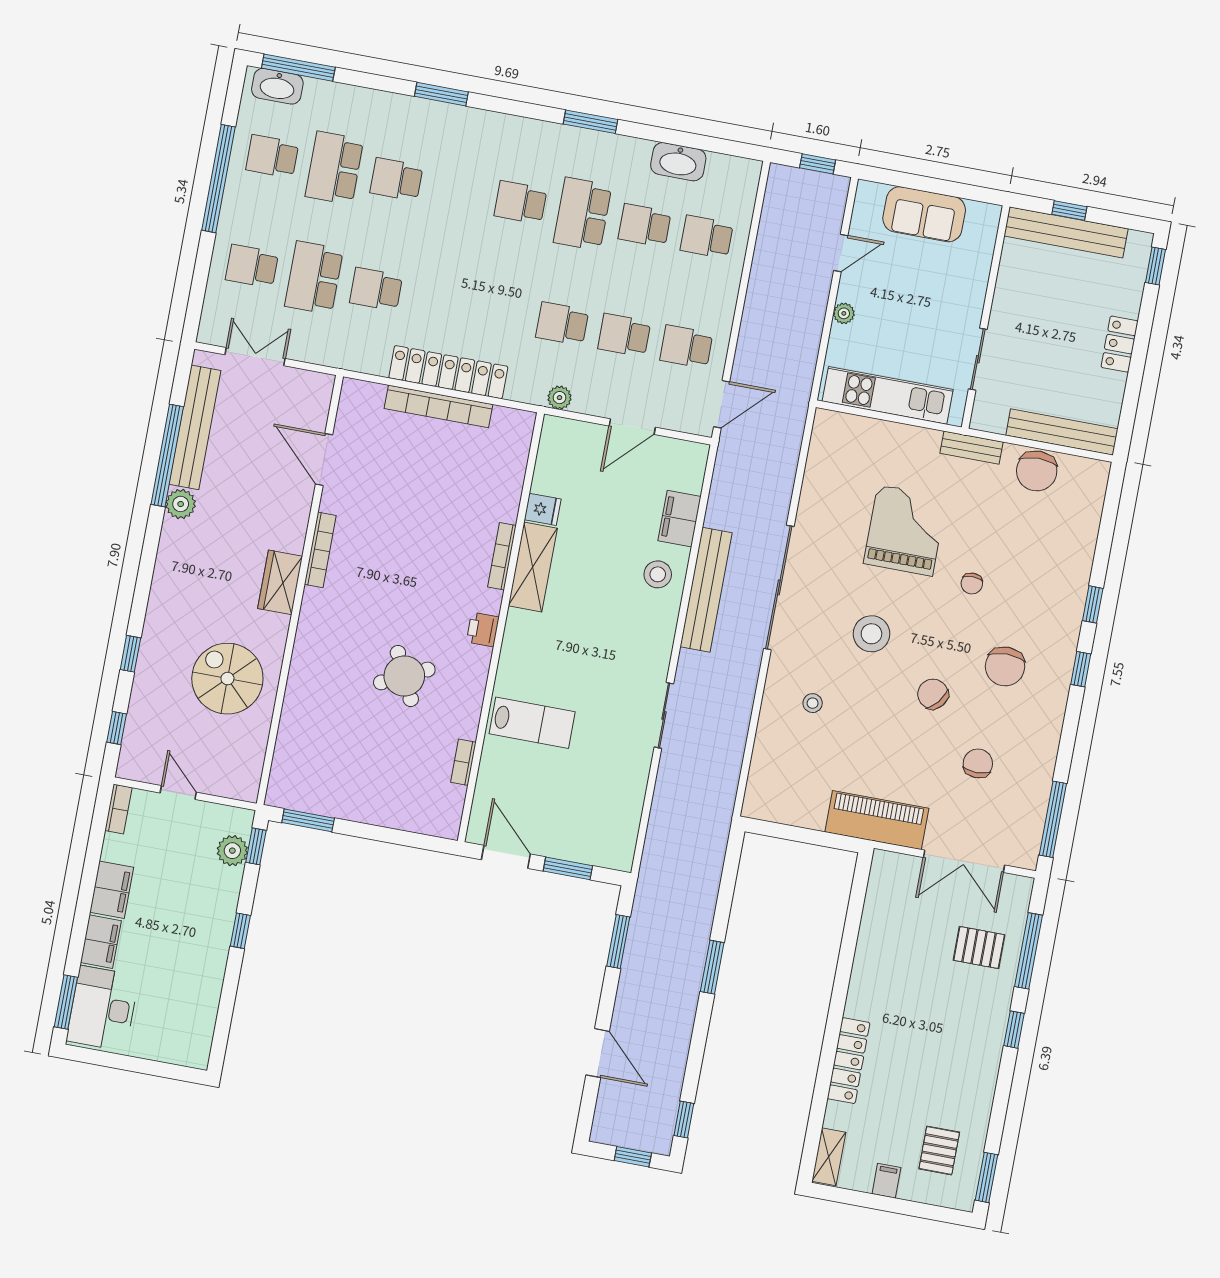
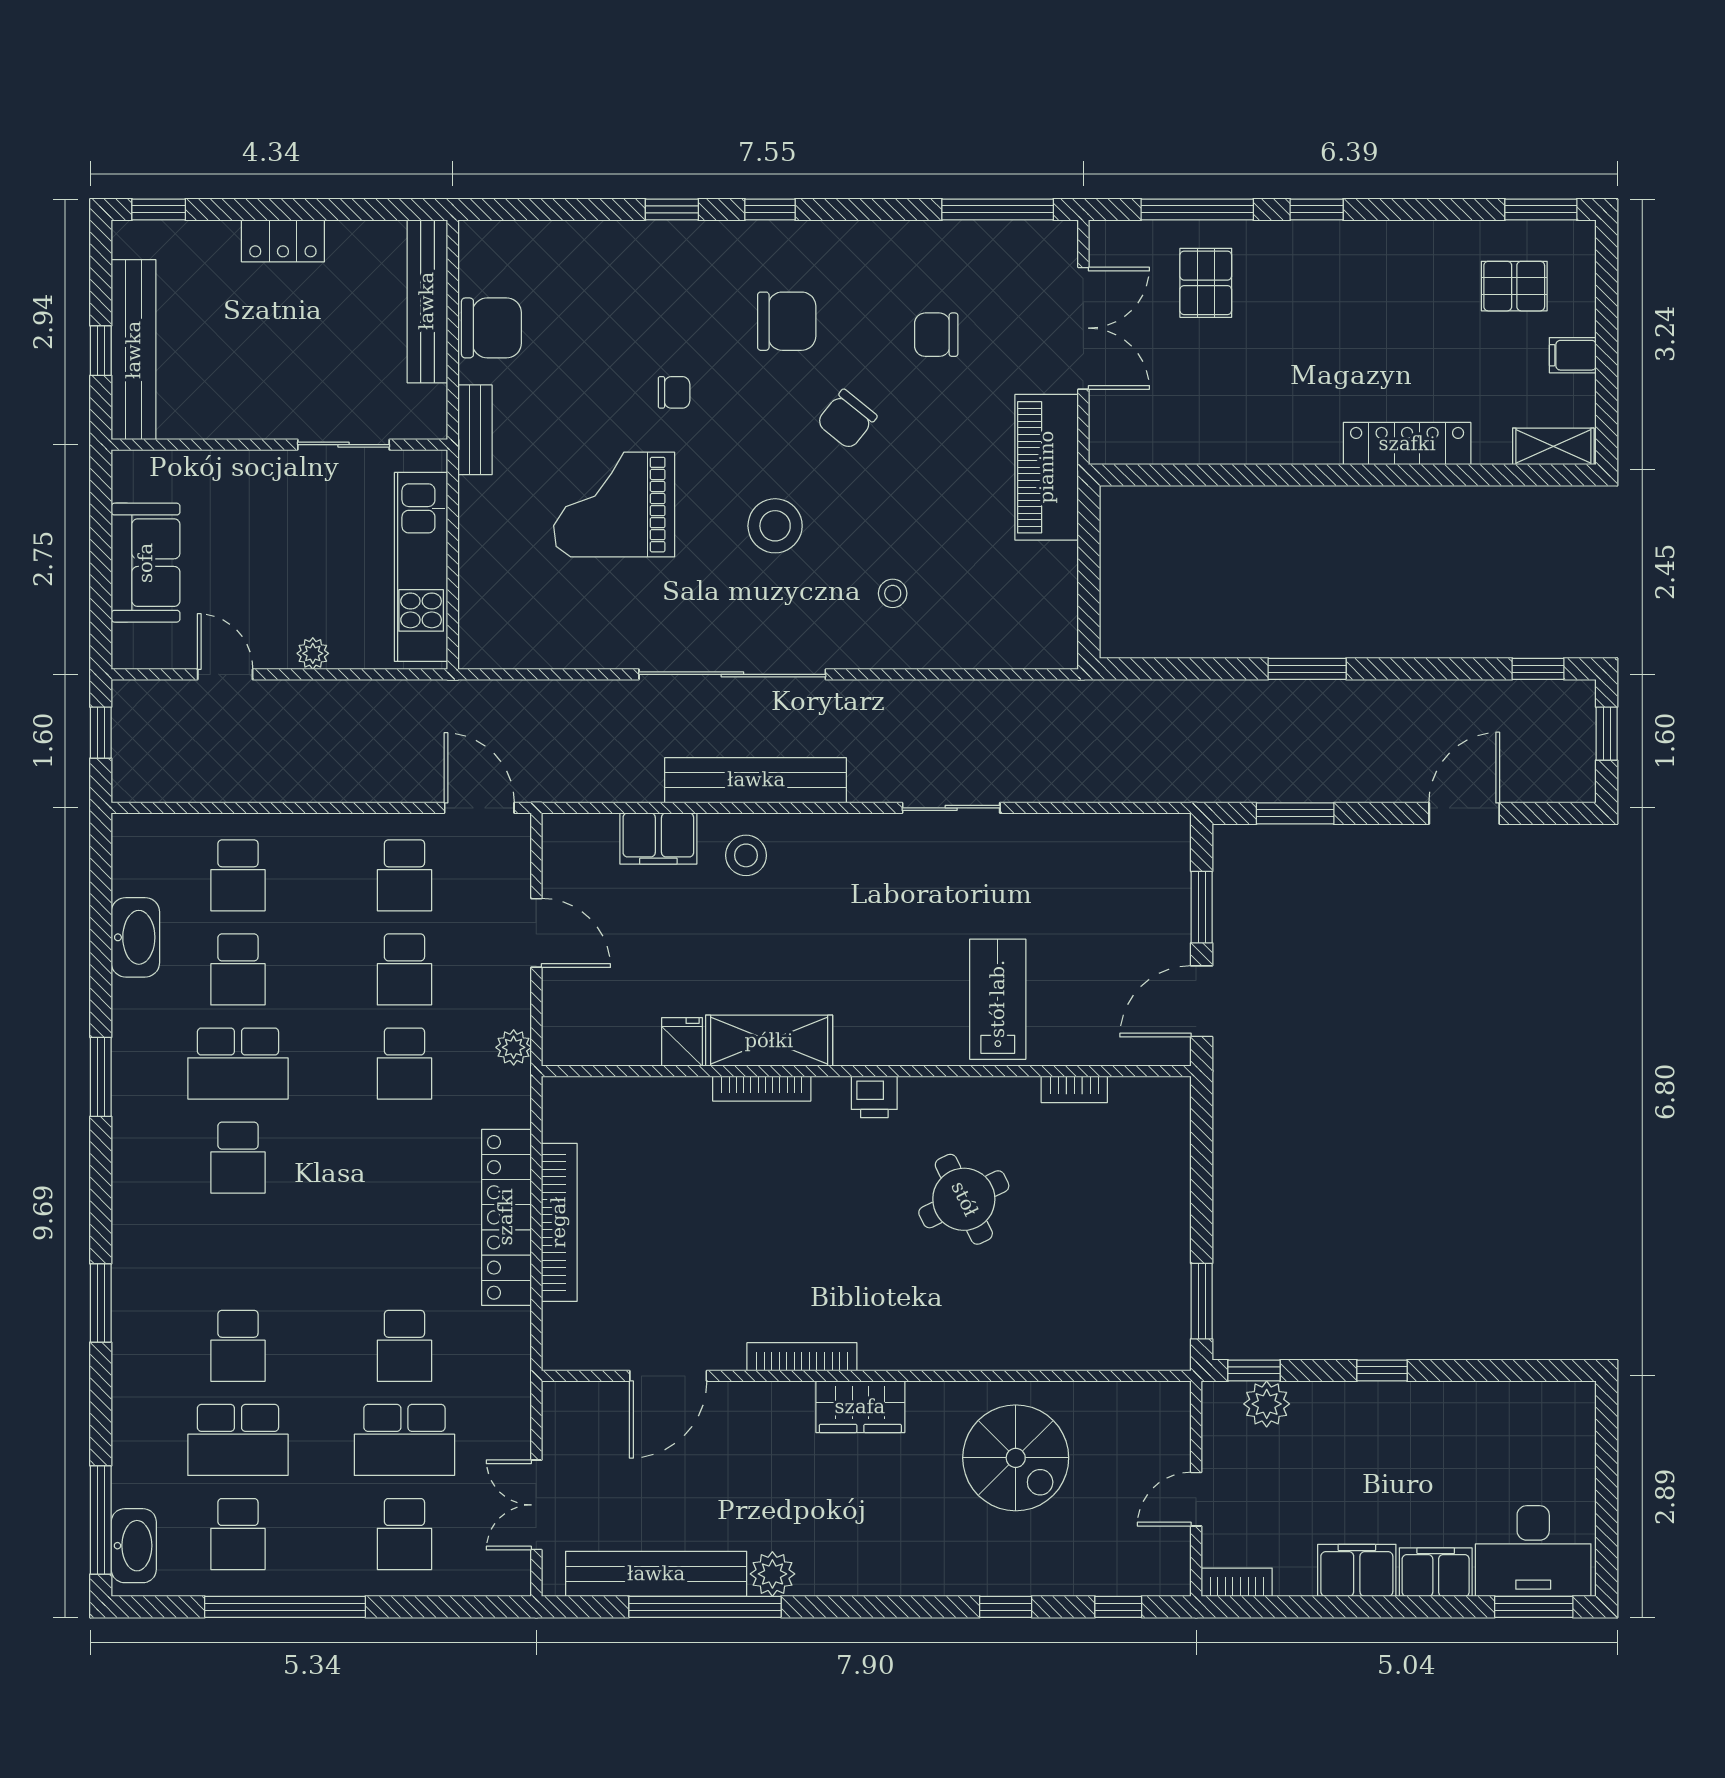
spiral stairs: (227, 679) -> (1016, 1458), turned -90

